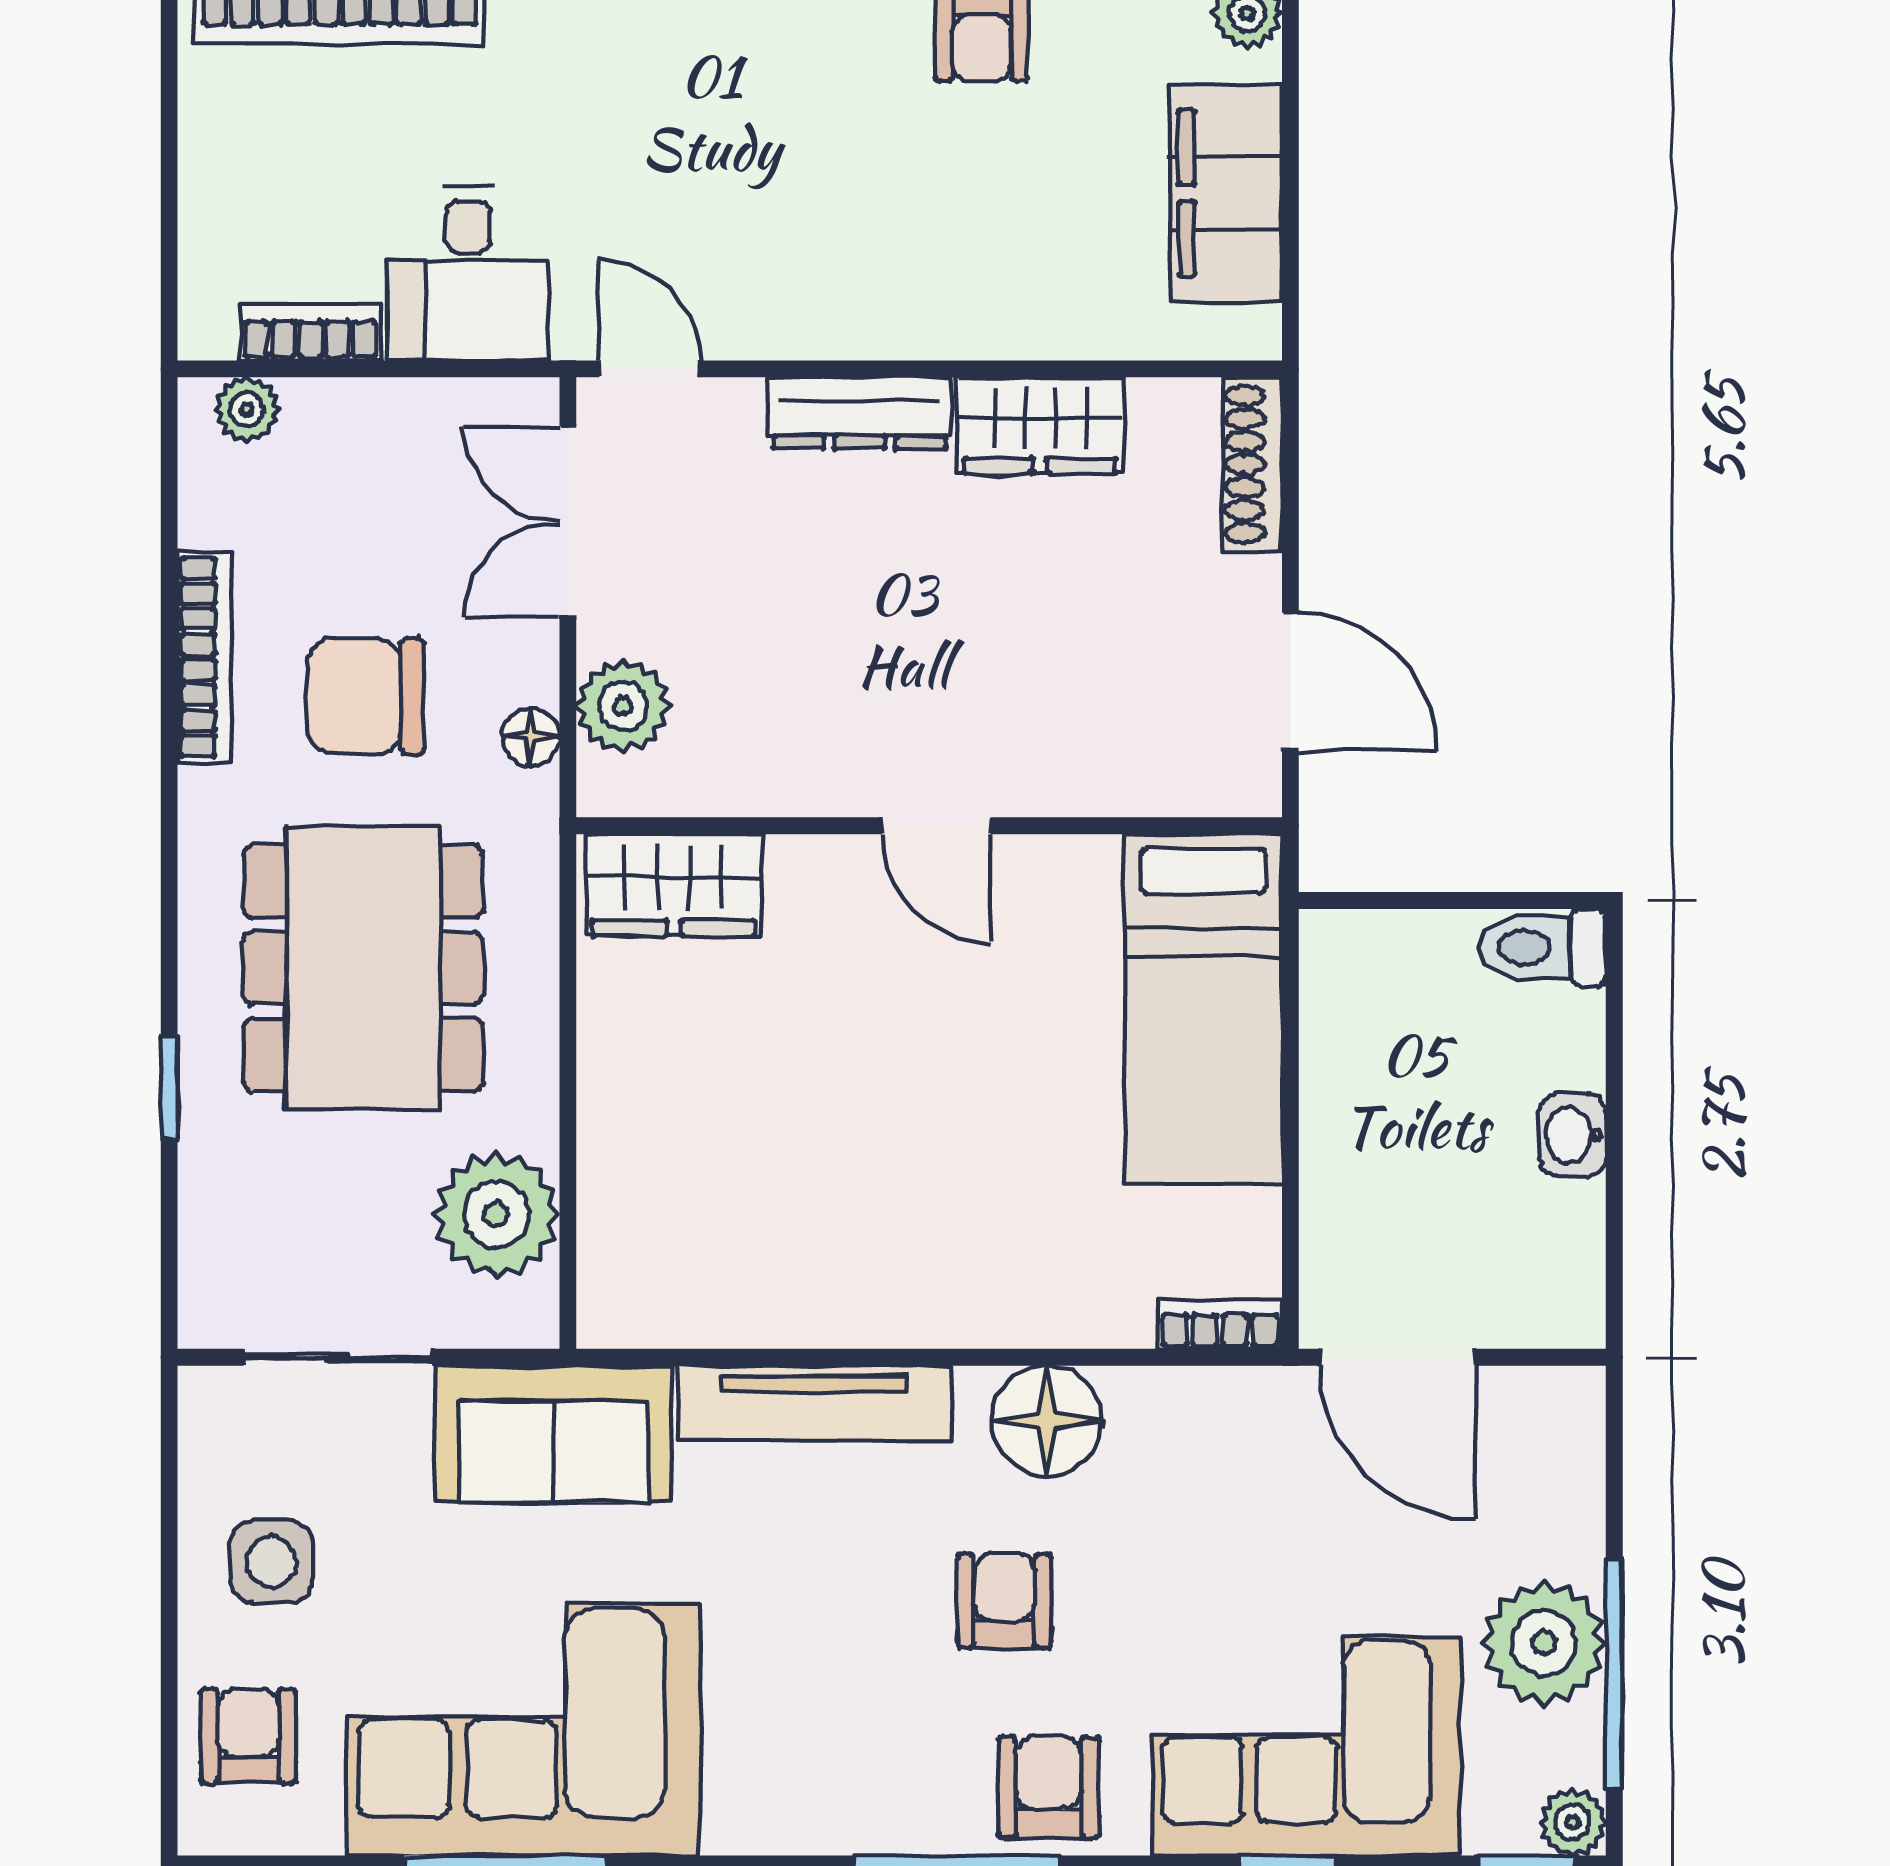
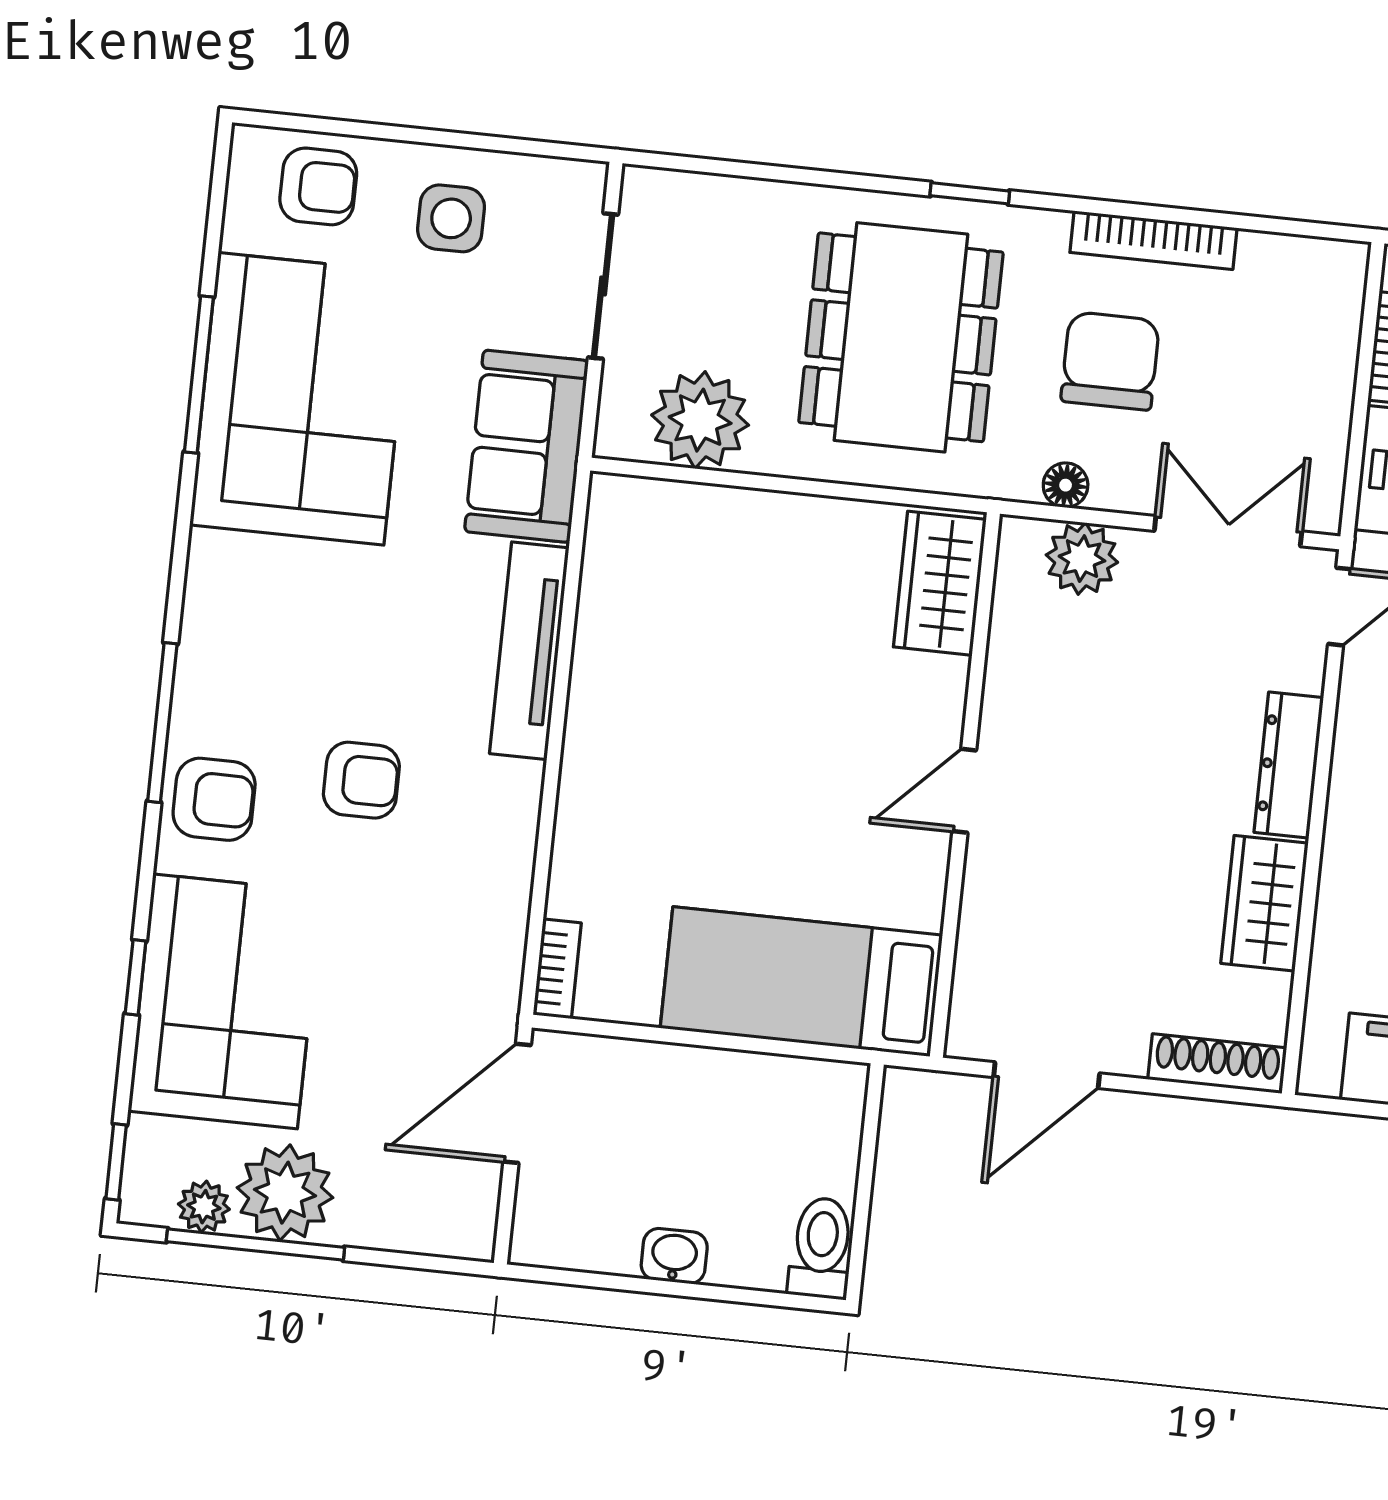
plant: (247, 410) -> (1341, 293), removed
dining table: (363, 968) -> (901, 337), turned 90
window: (169, 1088) -> (970, 193), moved
floor lamp: (1047, 1421) -> (497, 828), removed
plant: (1573, 1822) -> (204, 1207), moved

